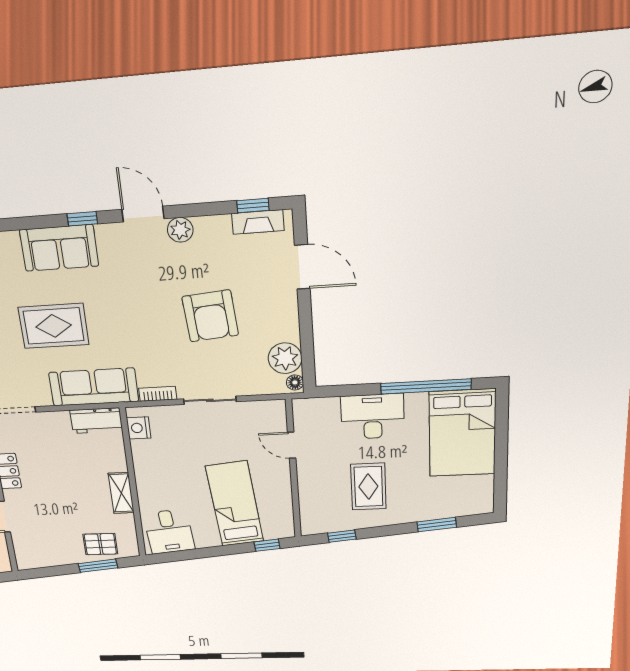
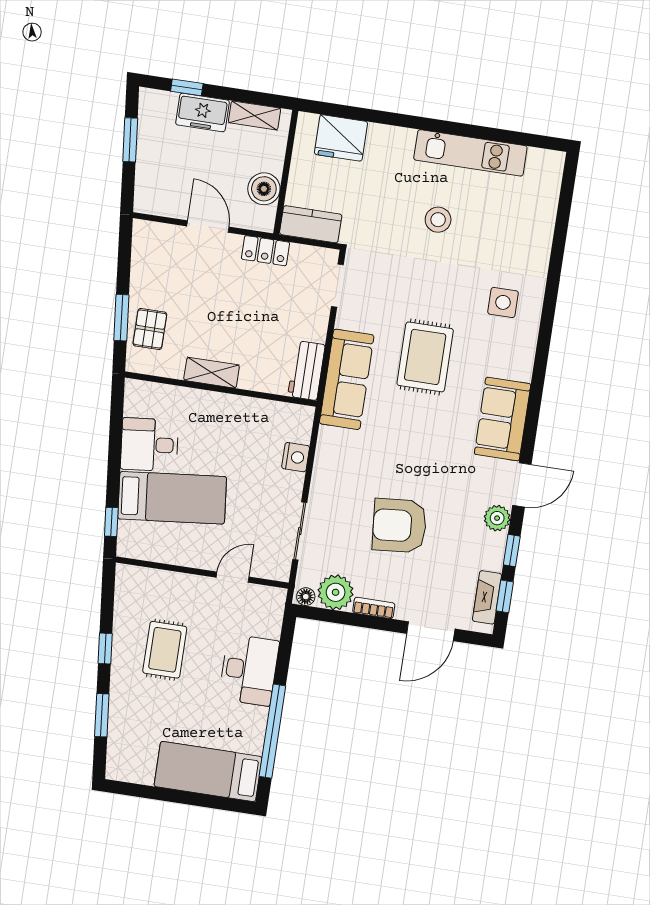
window: (82, 219) -> (512, 551), moved
sofa: (59, 248) -> (503, 419), moved
bookcase: (158, 394) -> (374, 608), moved, turned -90
sliding door: (210, 400) -> (300, 531), moved
nightstand: (139, 428) -> (296, 457), moved, turned 90
bed: (462, 433) -> (208, 771), width x0.67
rug: (368, 487) -> (165, 650), turned 90
desk: (169, 532) -> (149, 445), moved
window: (342, 536) -> (105, 649), moved

